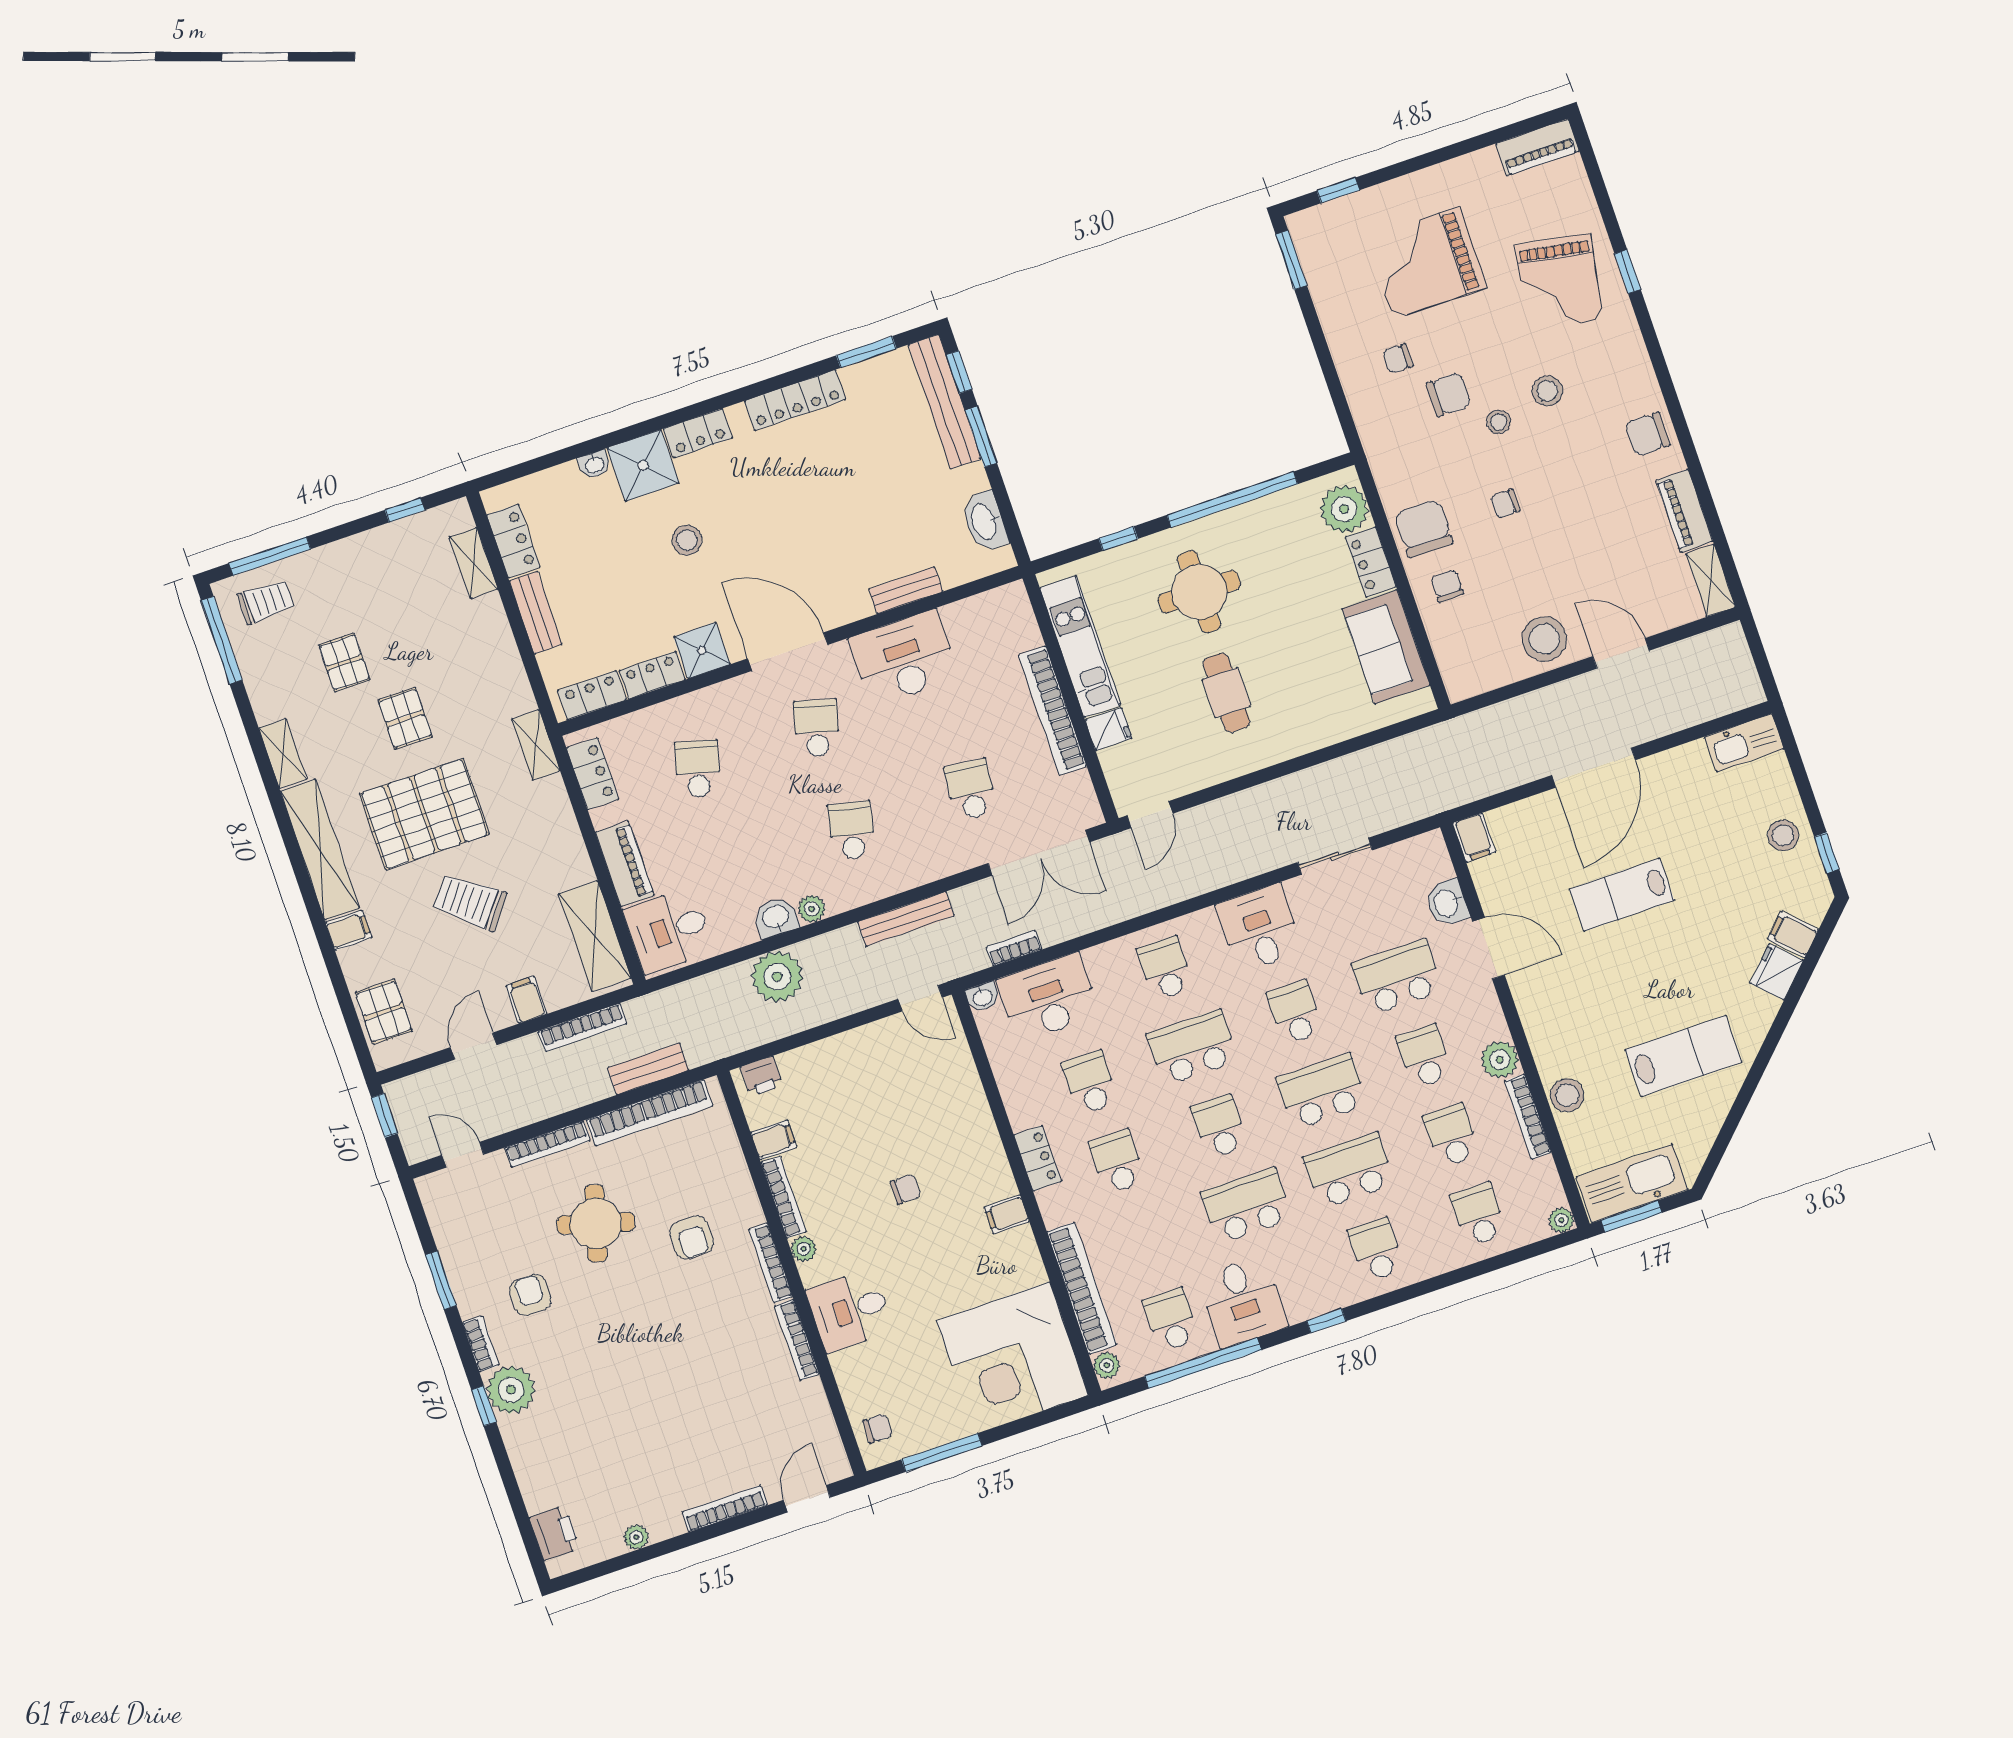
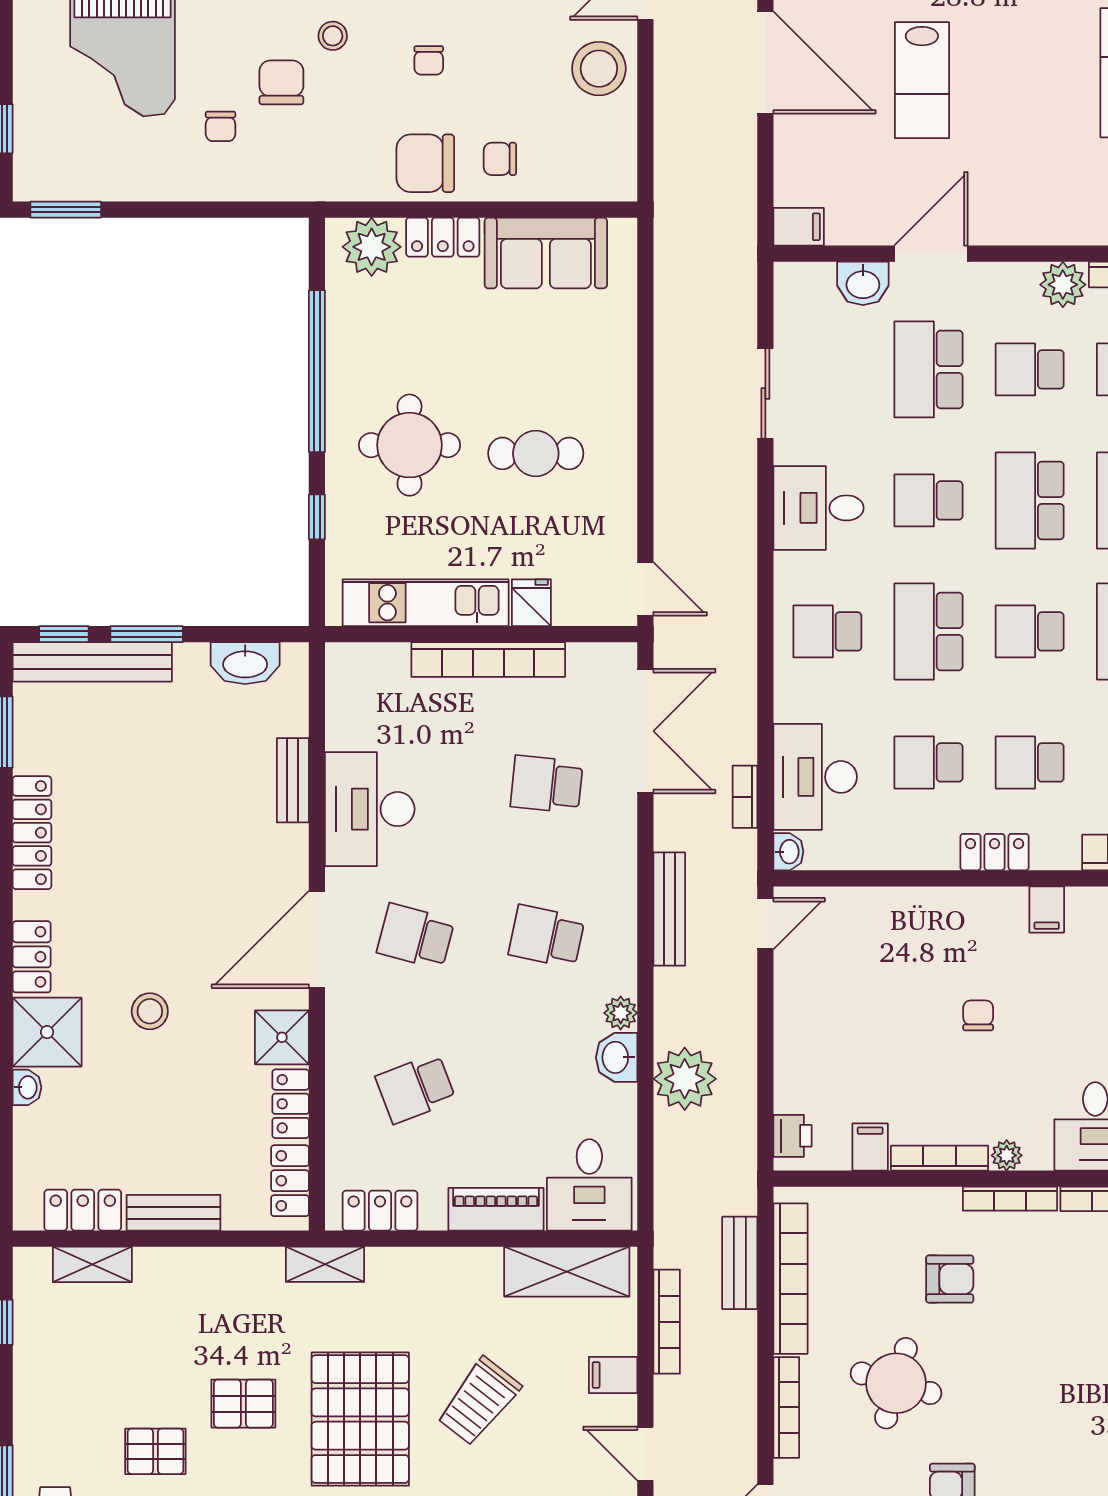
school desk: (698, 769) -> (416, 1088), turned -36

